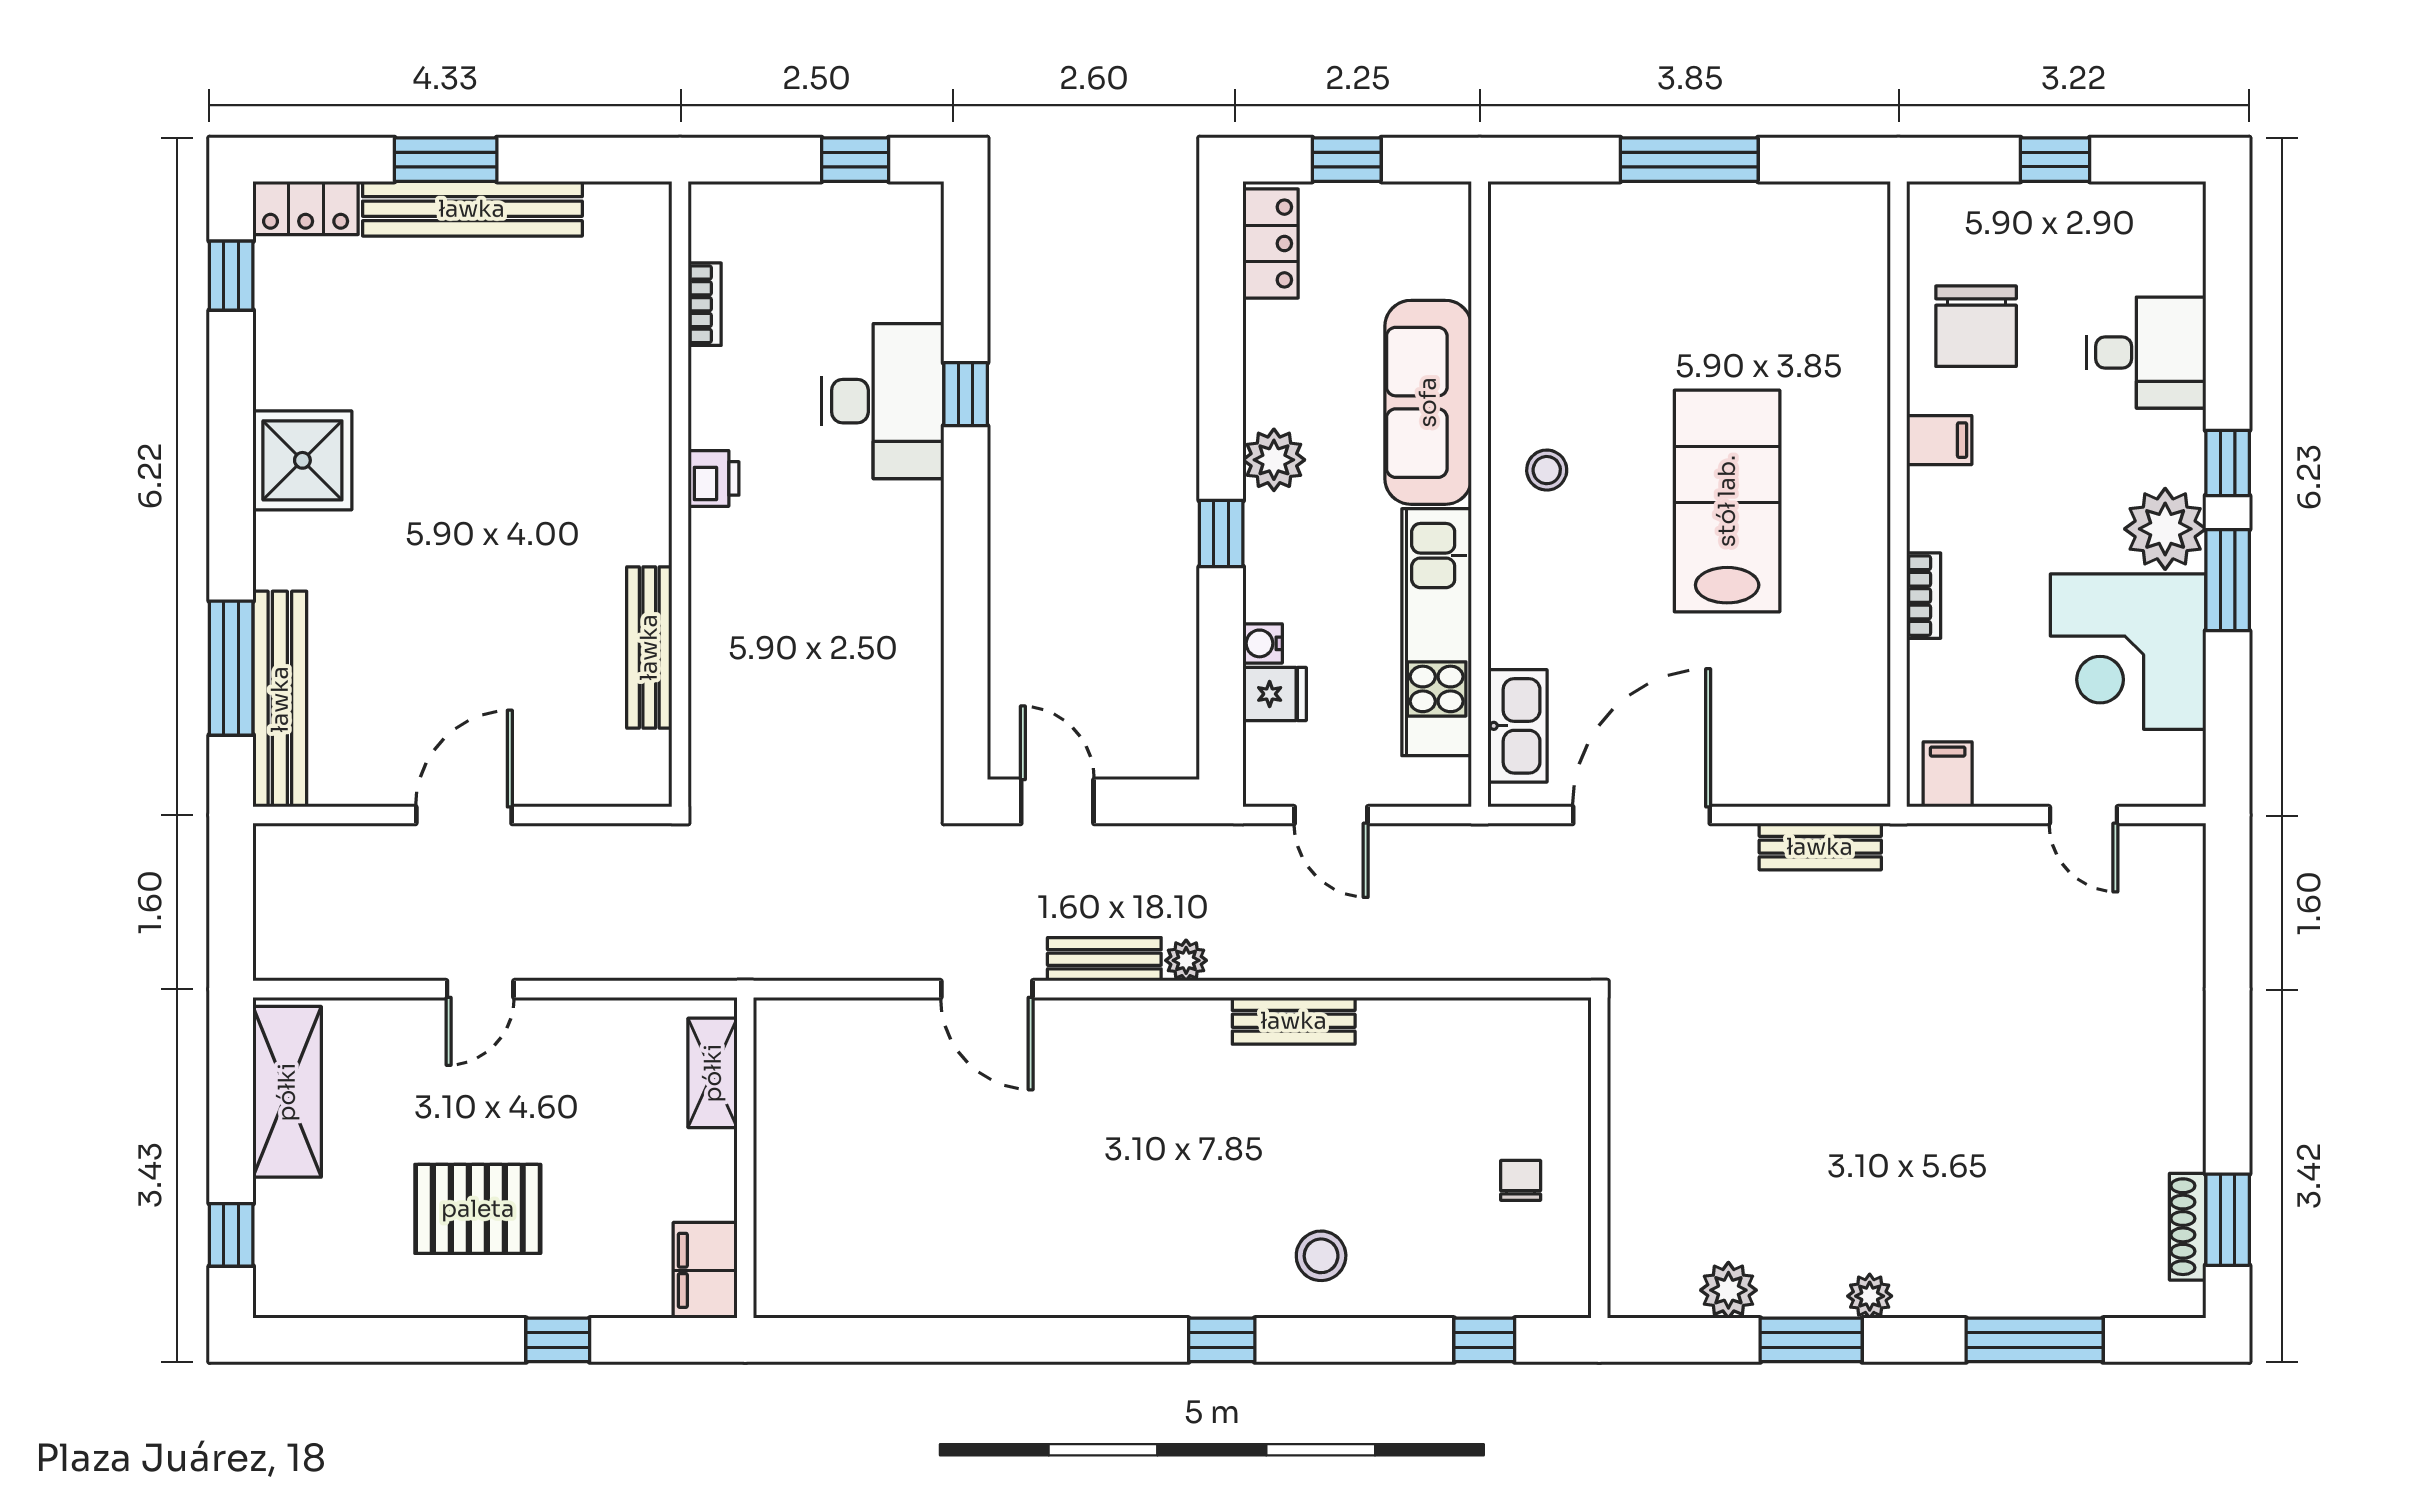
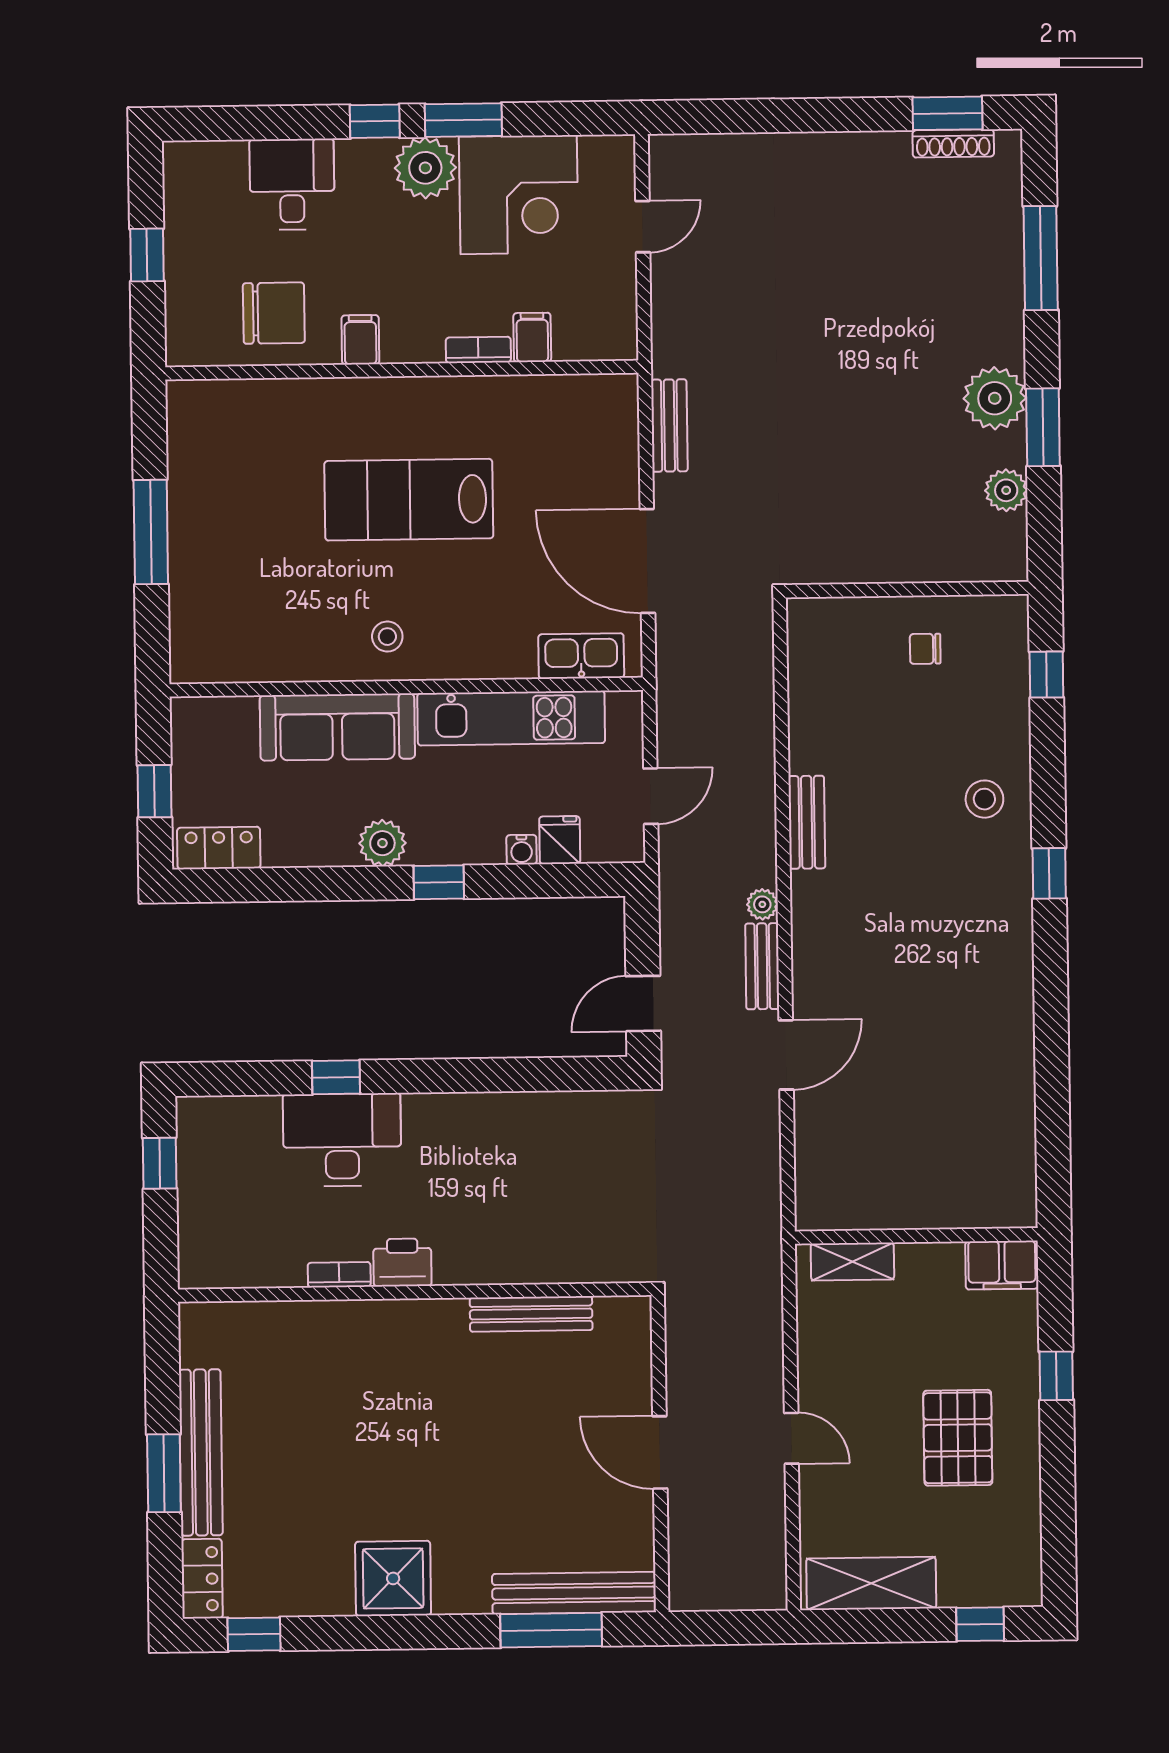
bookcase: (705, 304) -> (339, 1275), moved
printer: (714, 478) -> (402, 1262), width x1.36, depth x1.24
filing cabinet: (1948, 774) -> (532, 337), moved, turned 90
plant: (1870, 1296) -> (995, 398), width x1.88, depth x1.88

